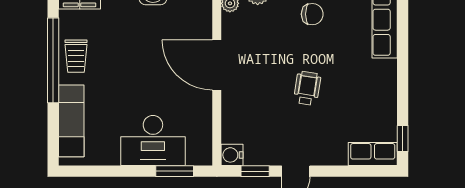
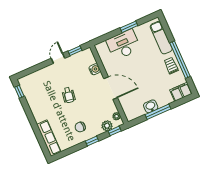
row of seats: (373, 154) -> (29, 80), removed
water cooler: (232, 155) -> (95, 69), moved
window: (175, 171) -> (129, 27), moved

